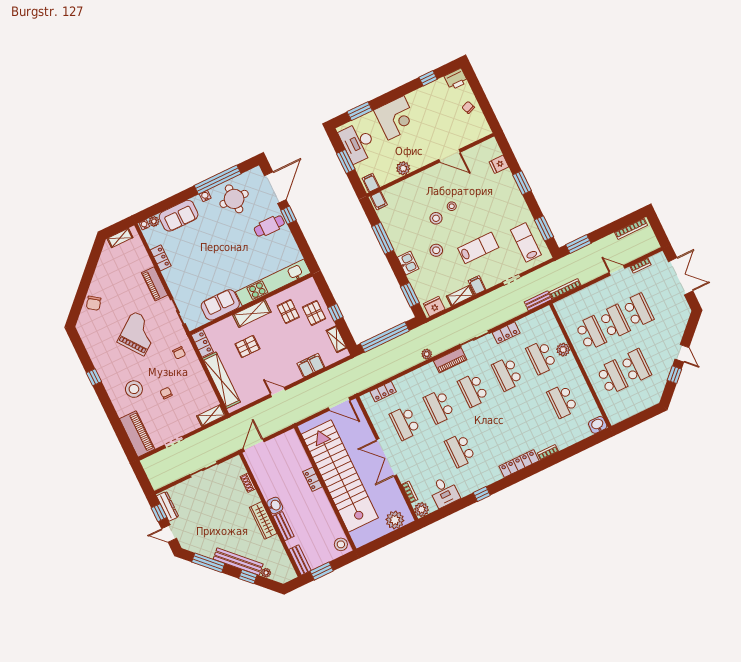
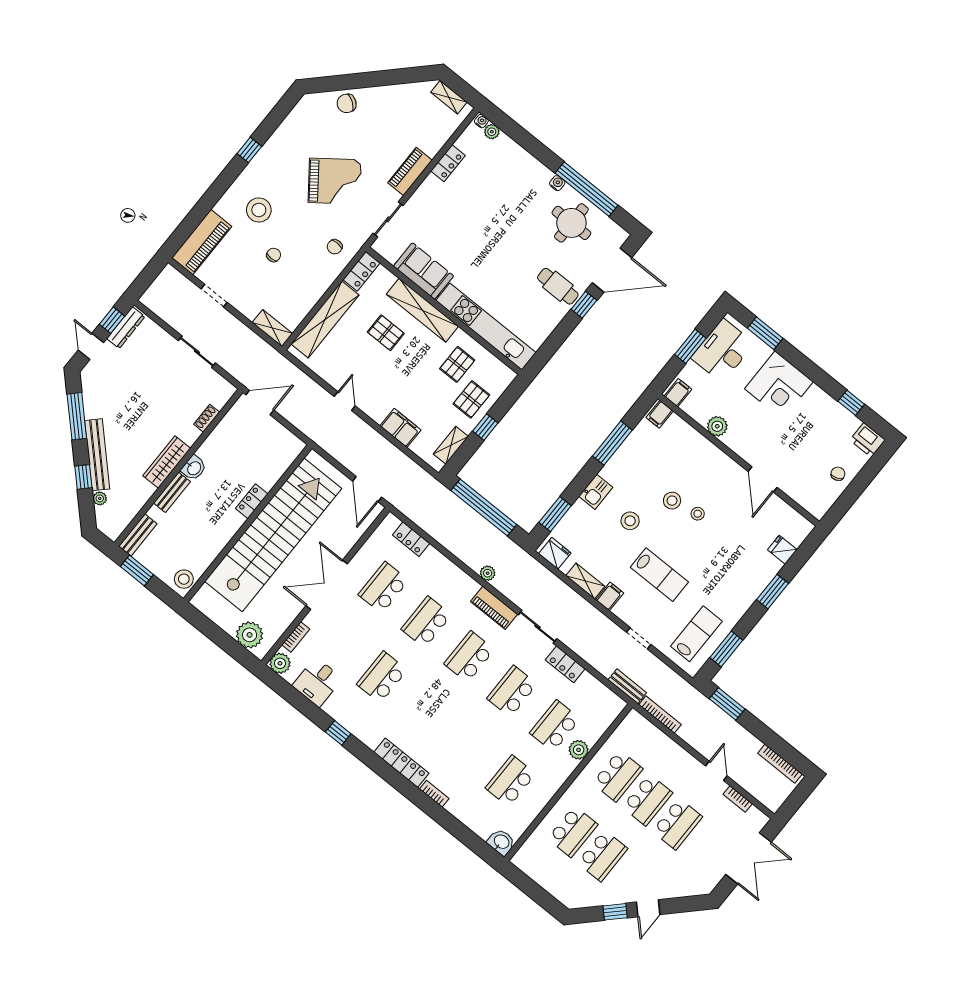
sofa: (179, 216) -> (515, 160), removed
shelving: (252, 314) -> (422, 310), width x1.47

